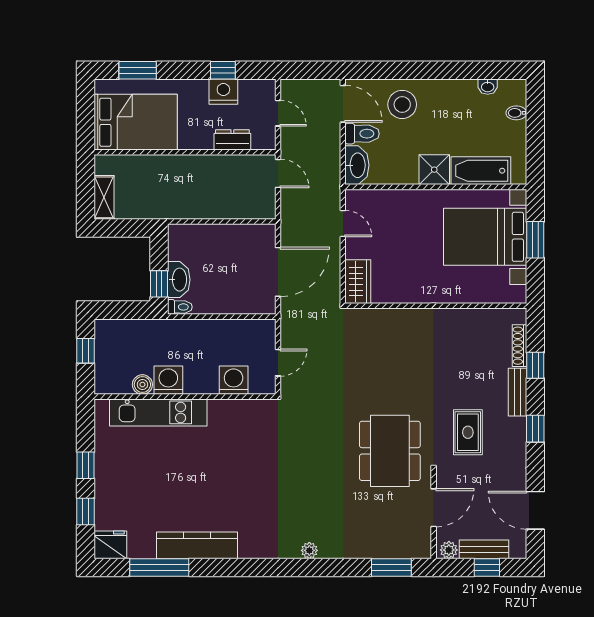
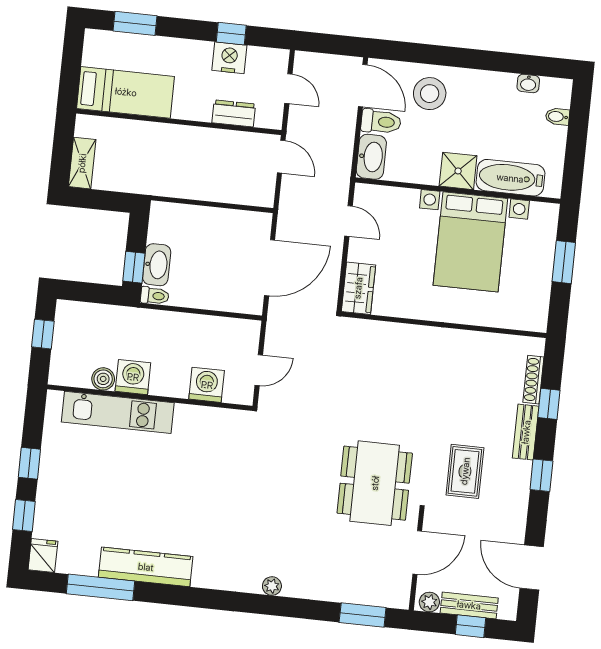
bed: (136, 122) -> (126, 92), width x0.67
bed with nightstands: (485, 237) -> (470, 242), moved, turned -90
fridge: (110, 545) -> (43, 556), width x0.72

